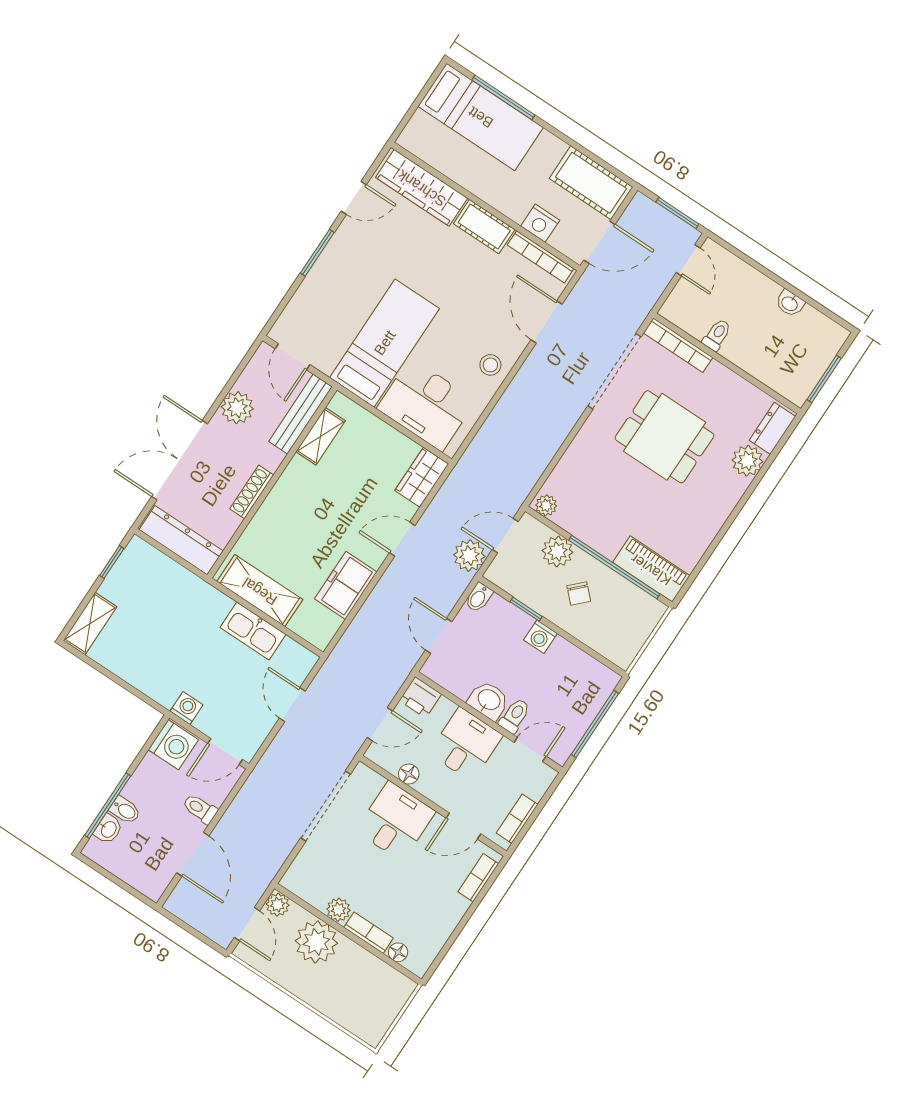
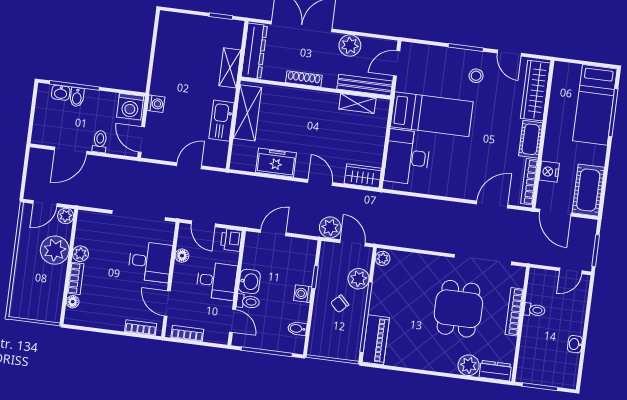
bookcase: (678, 345) -> (514, 312), moved
stool: (490, 365) -> (476, 76), moved
bidet: (479, 597) -> (297, 329), moved
shelving: (90, 623) -> (230, 68), moved, turned 90

